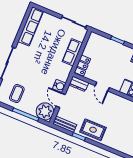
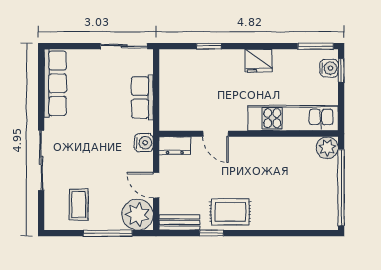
locker: (82, 65) -> (168, 112), removed
water cooler: (59, 86) -> (144, 143), moved

